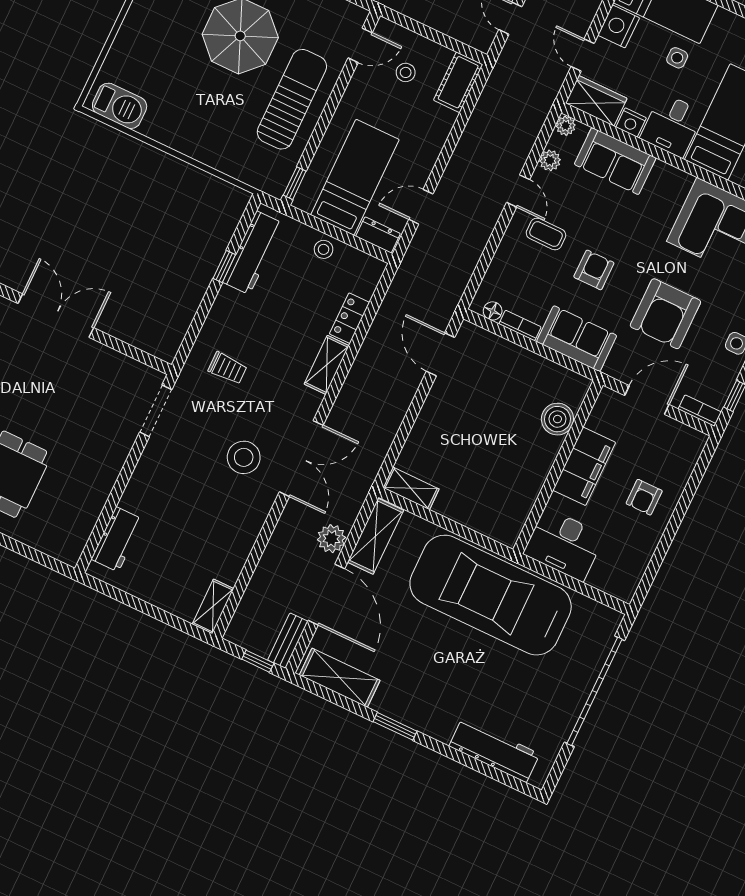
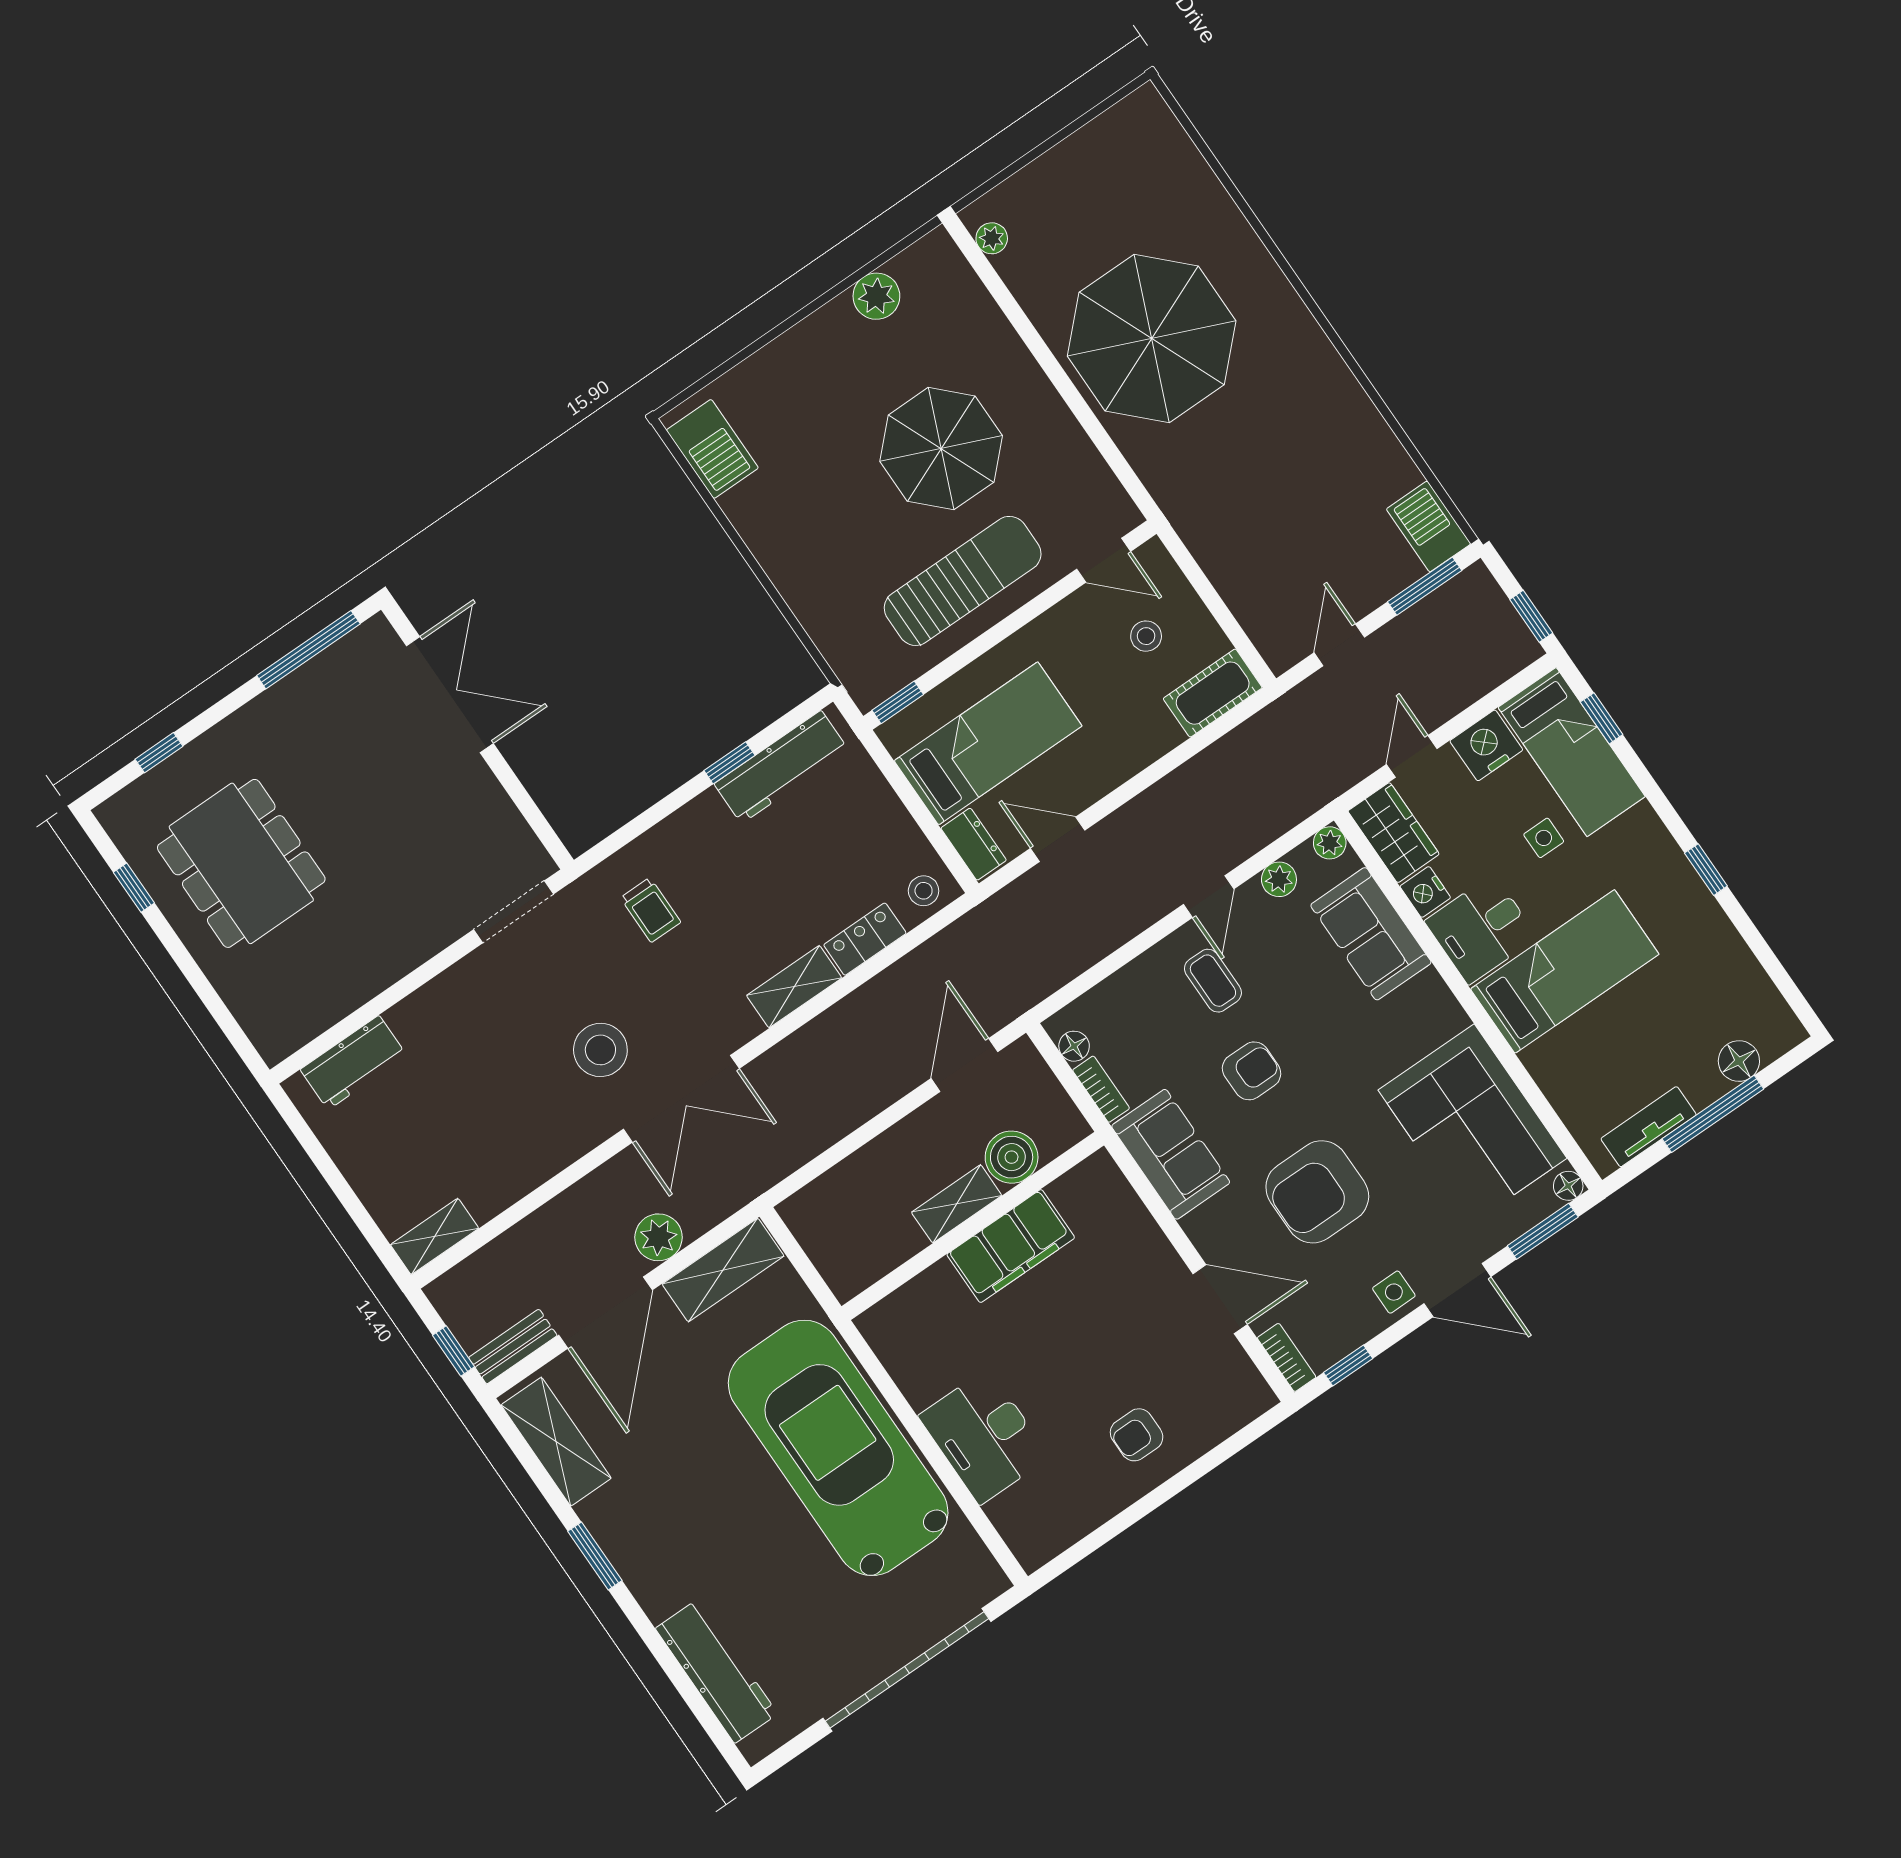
stool: (324, 249) -> (924, 891), moved
boiler: (557, 419) -> (1012, 1157), moved
filing cabinet: (584, 466) -> (1011, 1246), moved
wall: (558, 467) -> (973, 1226), moved
shelving: (411, 488) -> (957, 1204), moved, turned 90

